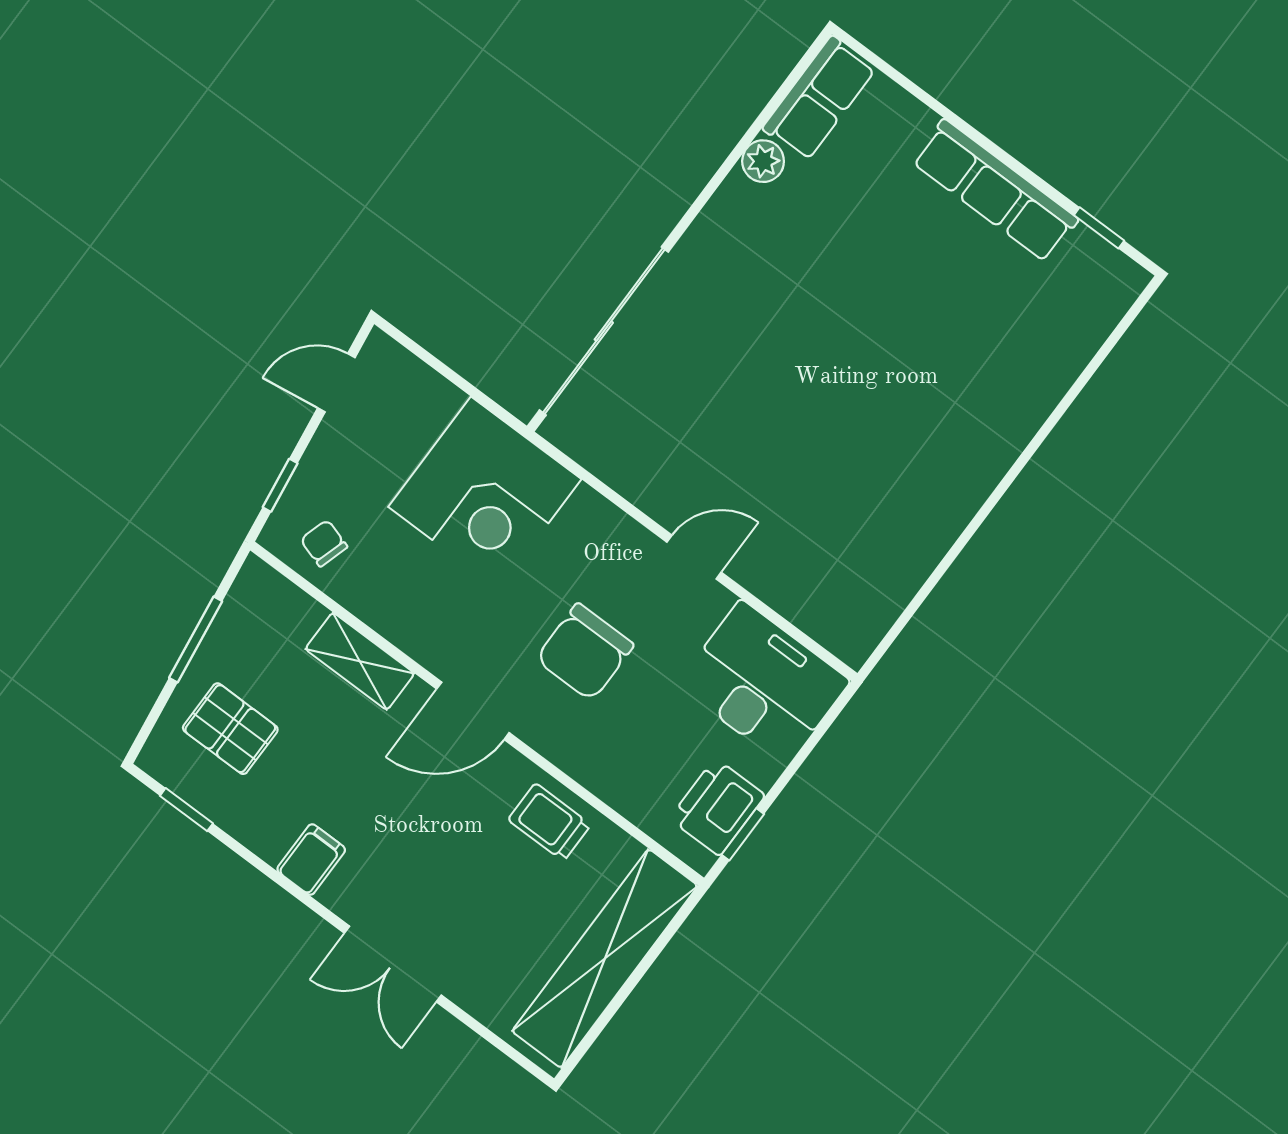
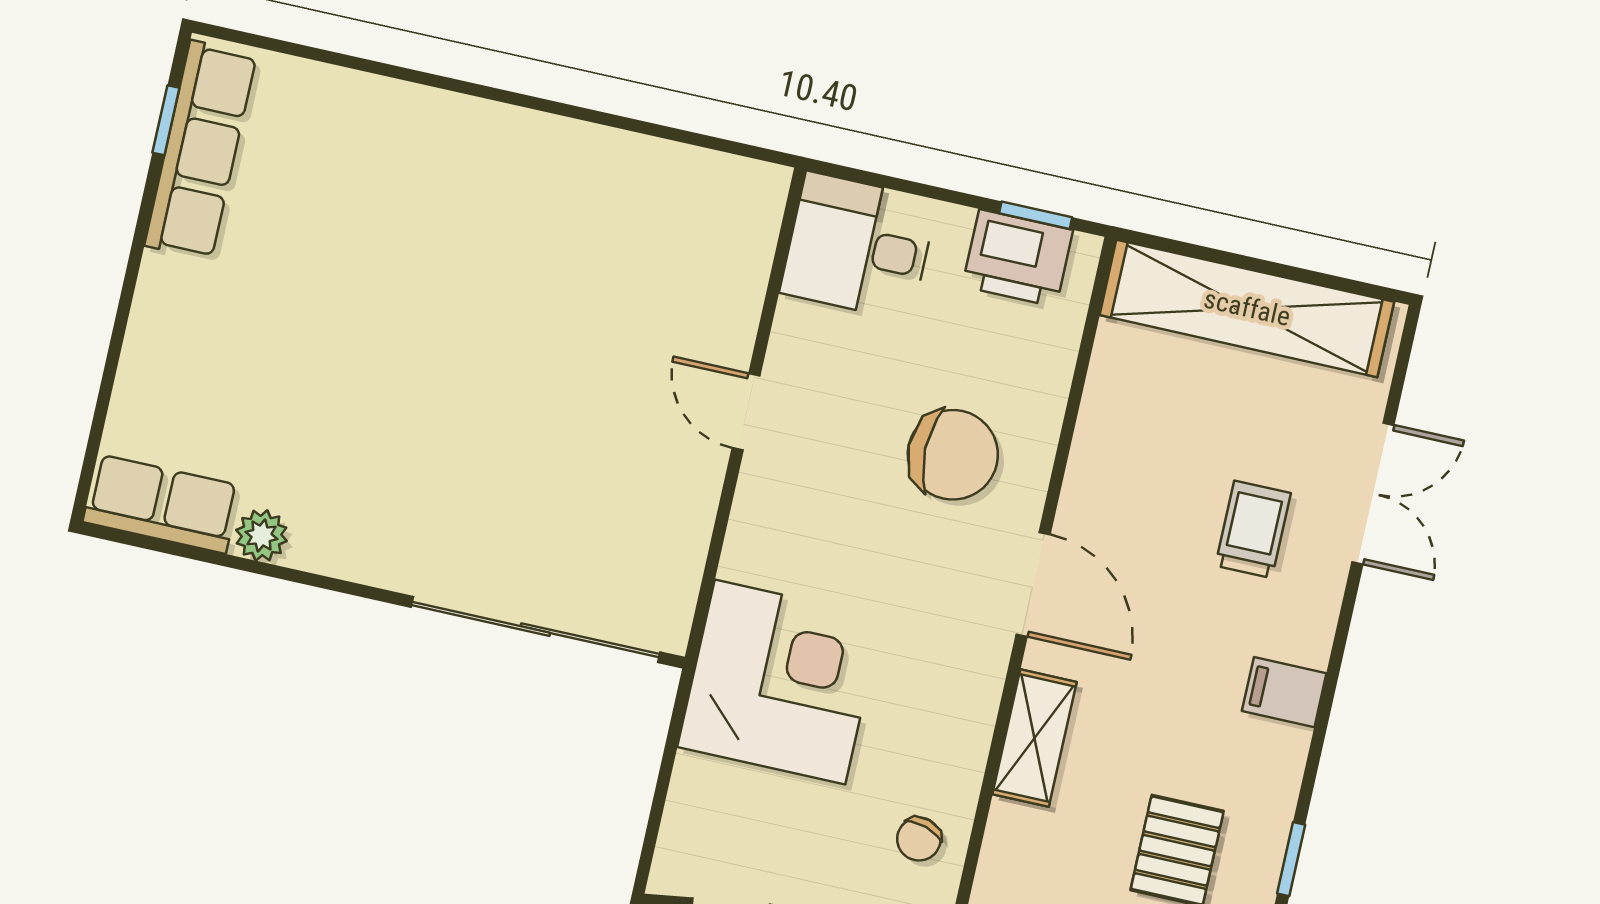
row of seats: (995, 191) -> (201, 150), moved
chair: (585, 652) -> (953, 455), moved
desk: (763, 683) -> (859, 246), width x0.73
trolley: (549, 822) -> (1253, 529), moved, turned 180
double door: (393, 964) -> (1373, 493), moved

